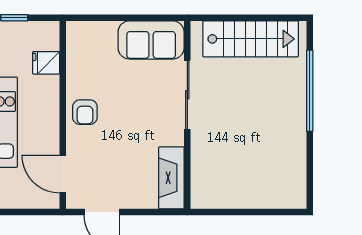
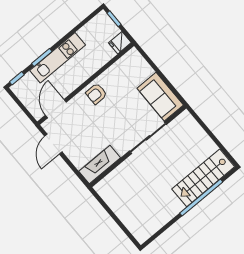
stairs: (251, 39) -> (203, 178), moved, turned 90
fridge: (46, 63) -> (120, 43), moved, turned -90

